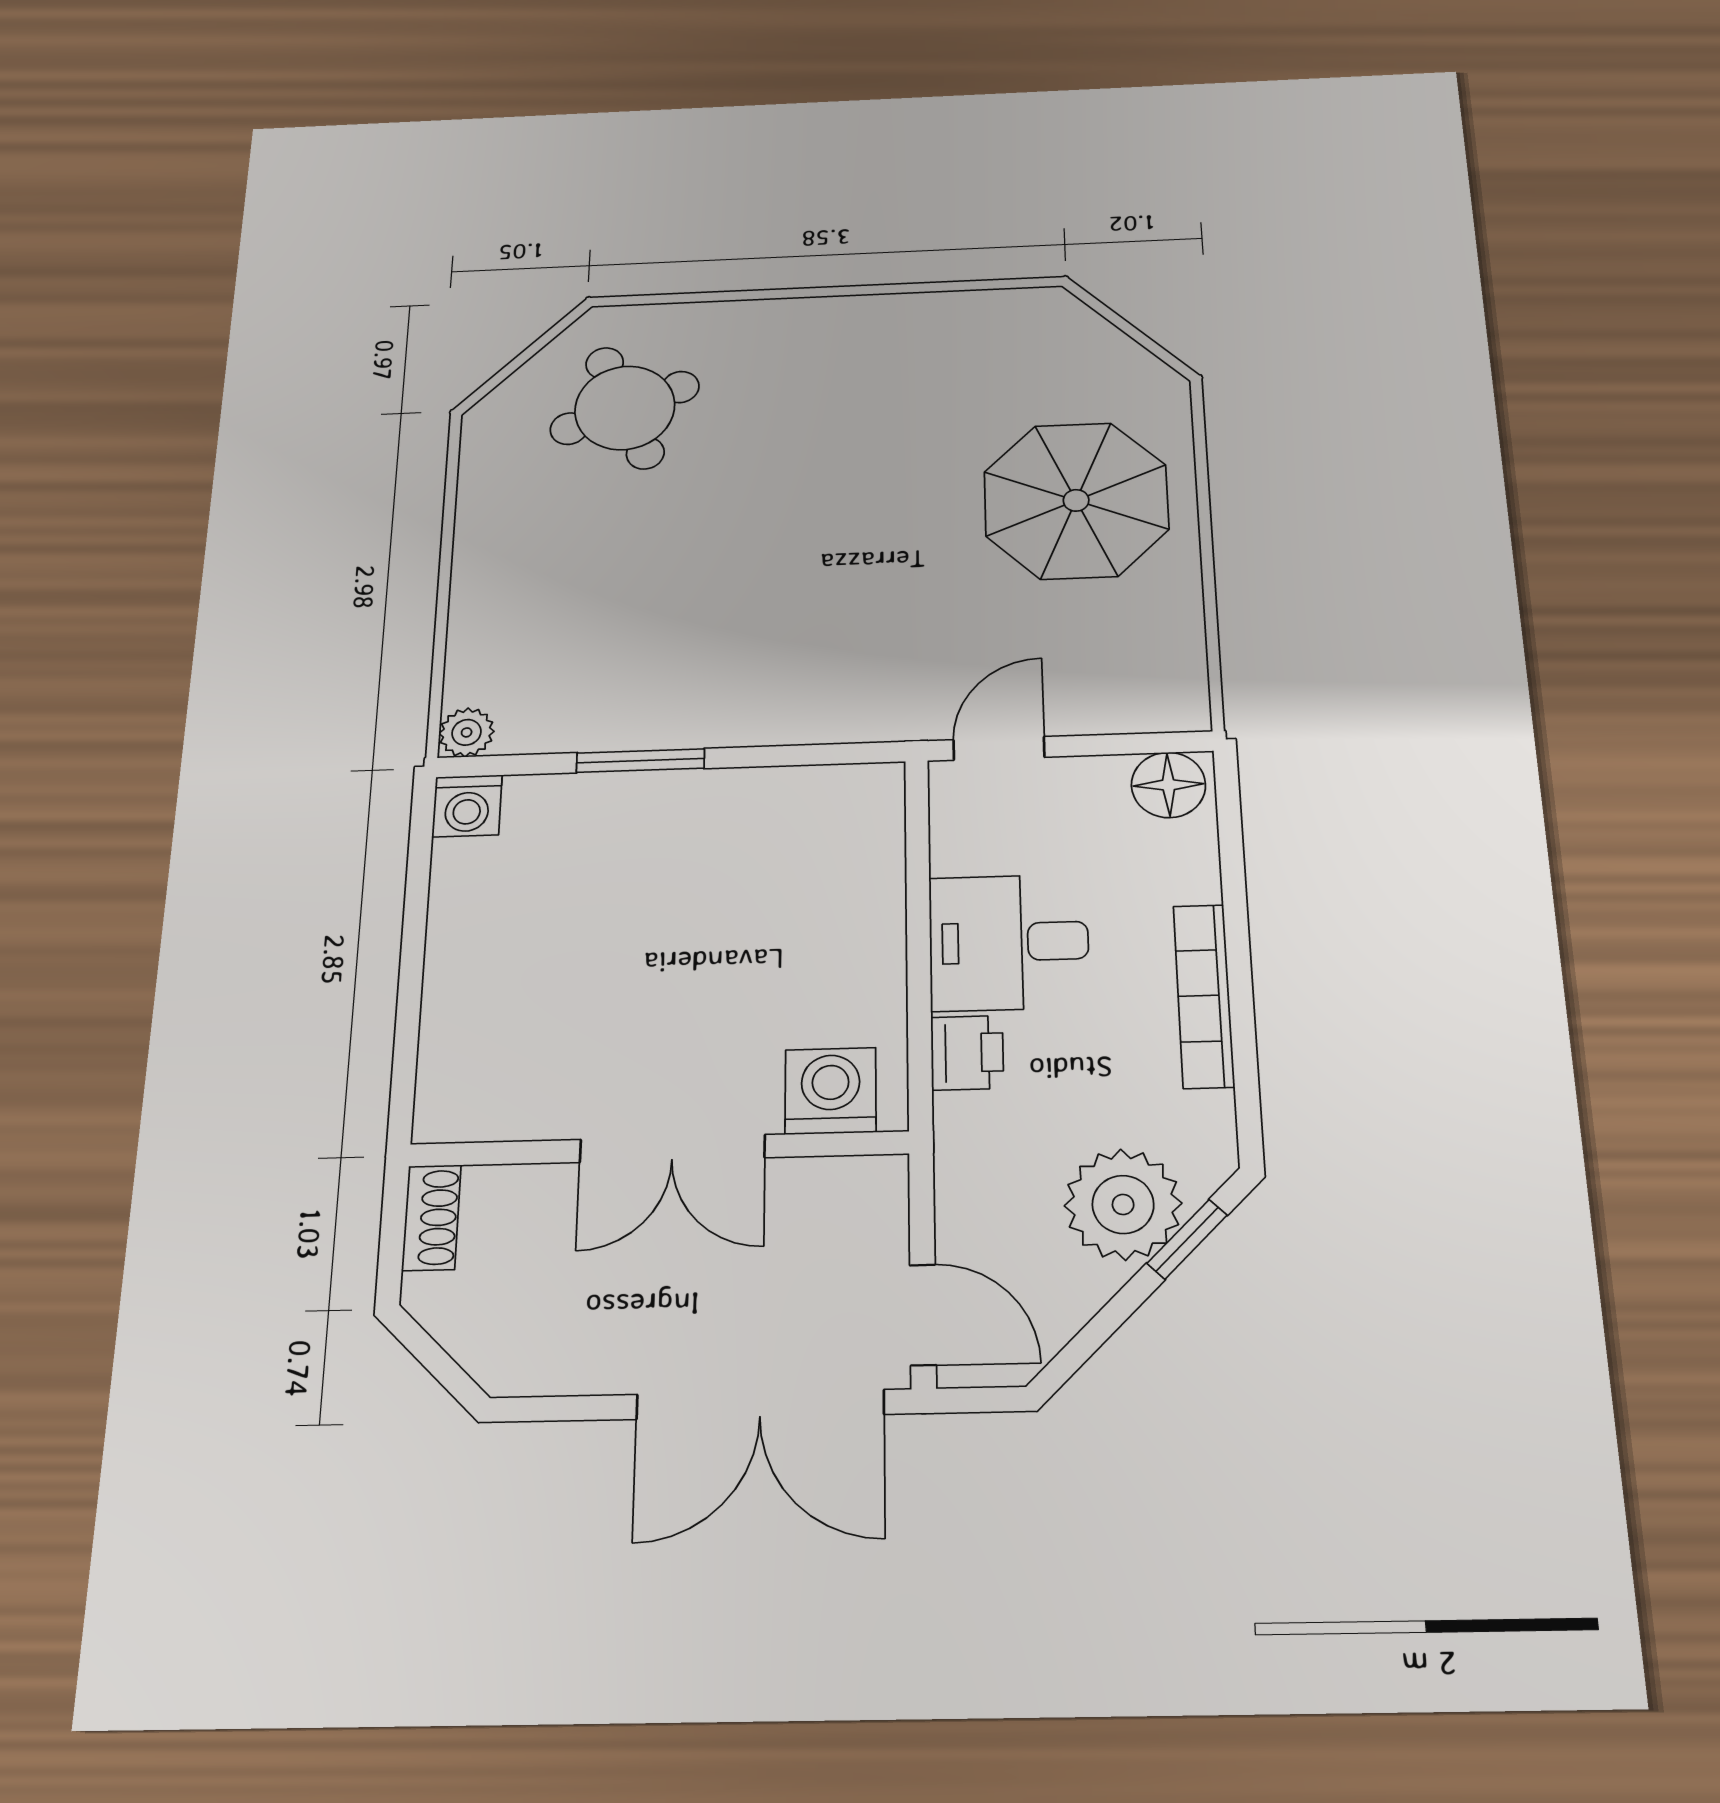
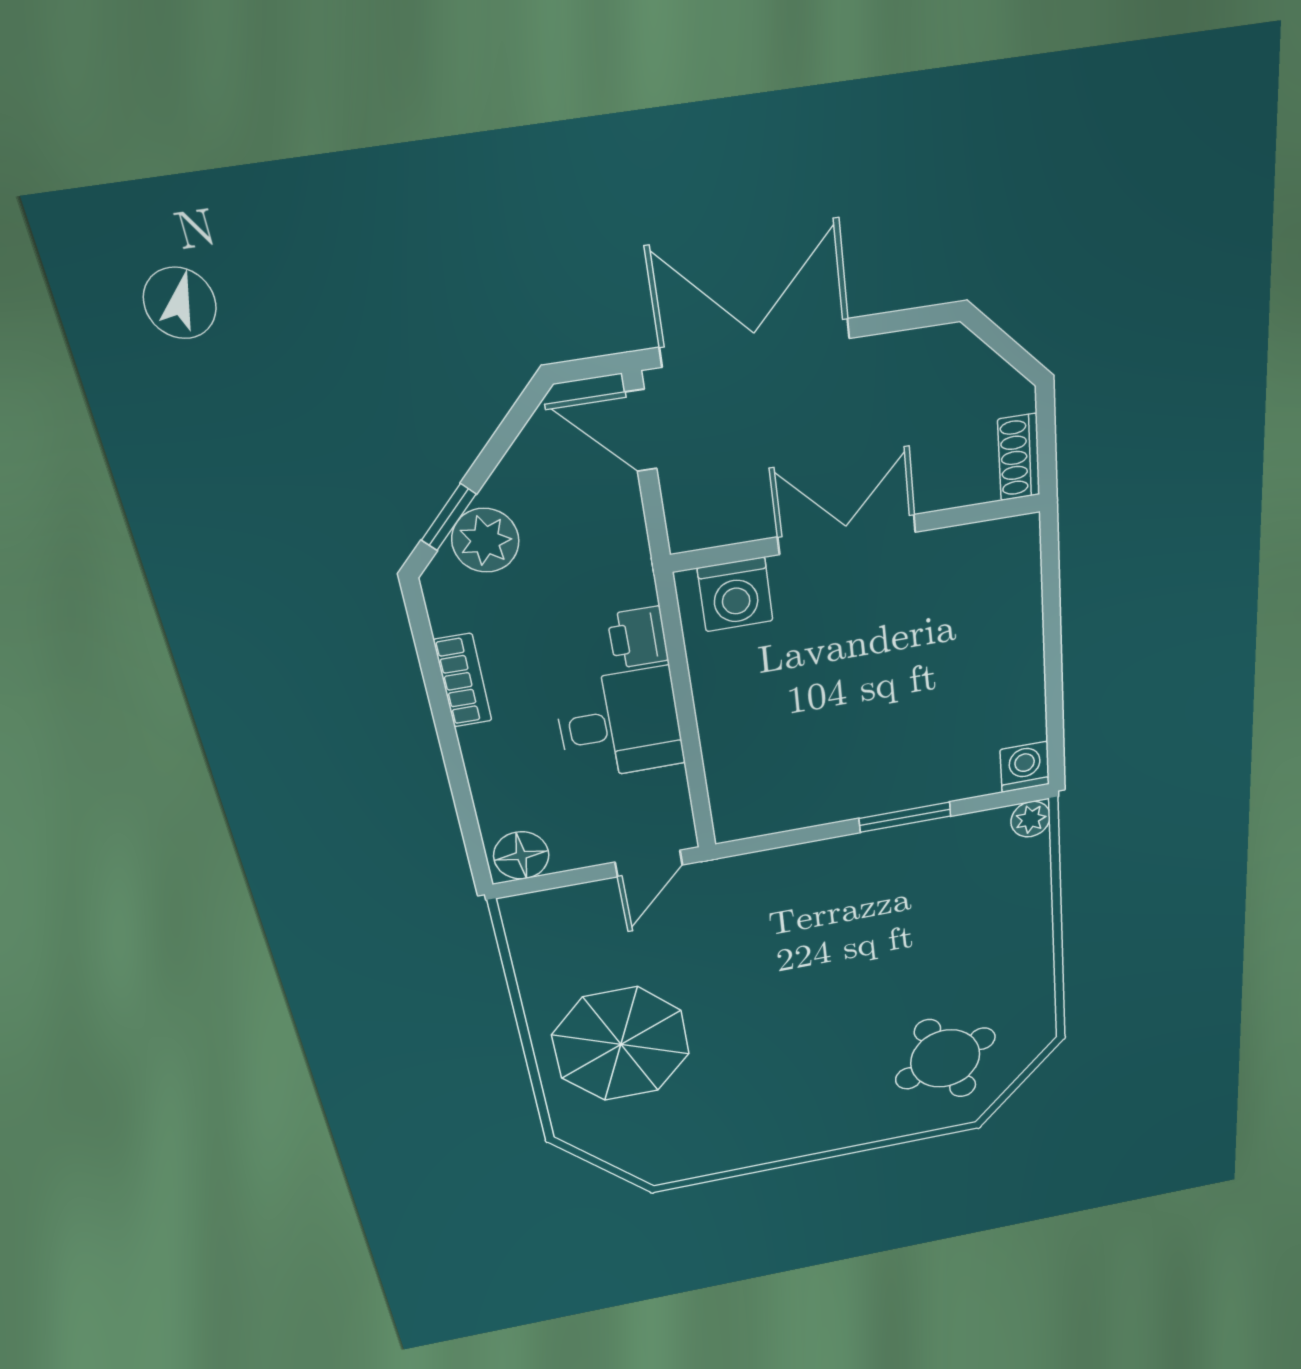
bookcase: (1204, 996) -> (463, 681), width x0.64
plant: (1123, 1204) -> (485, 540), width x0.73, depth x0.73

